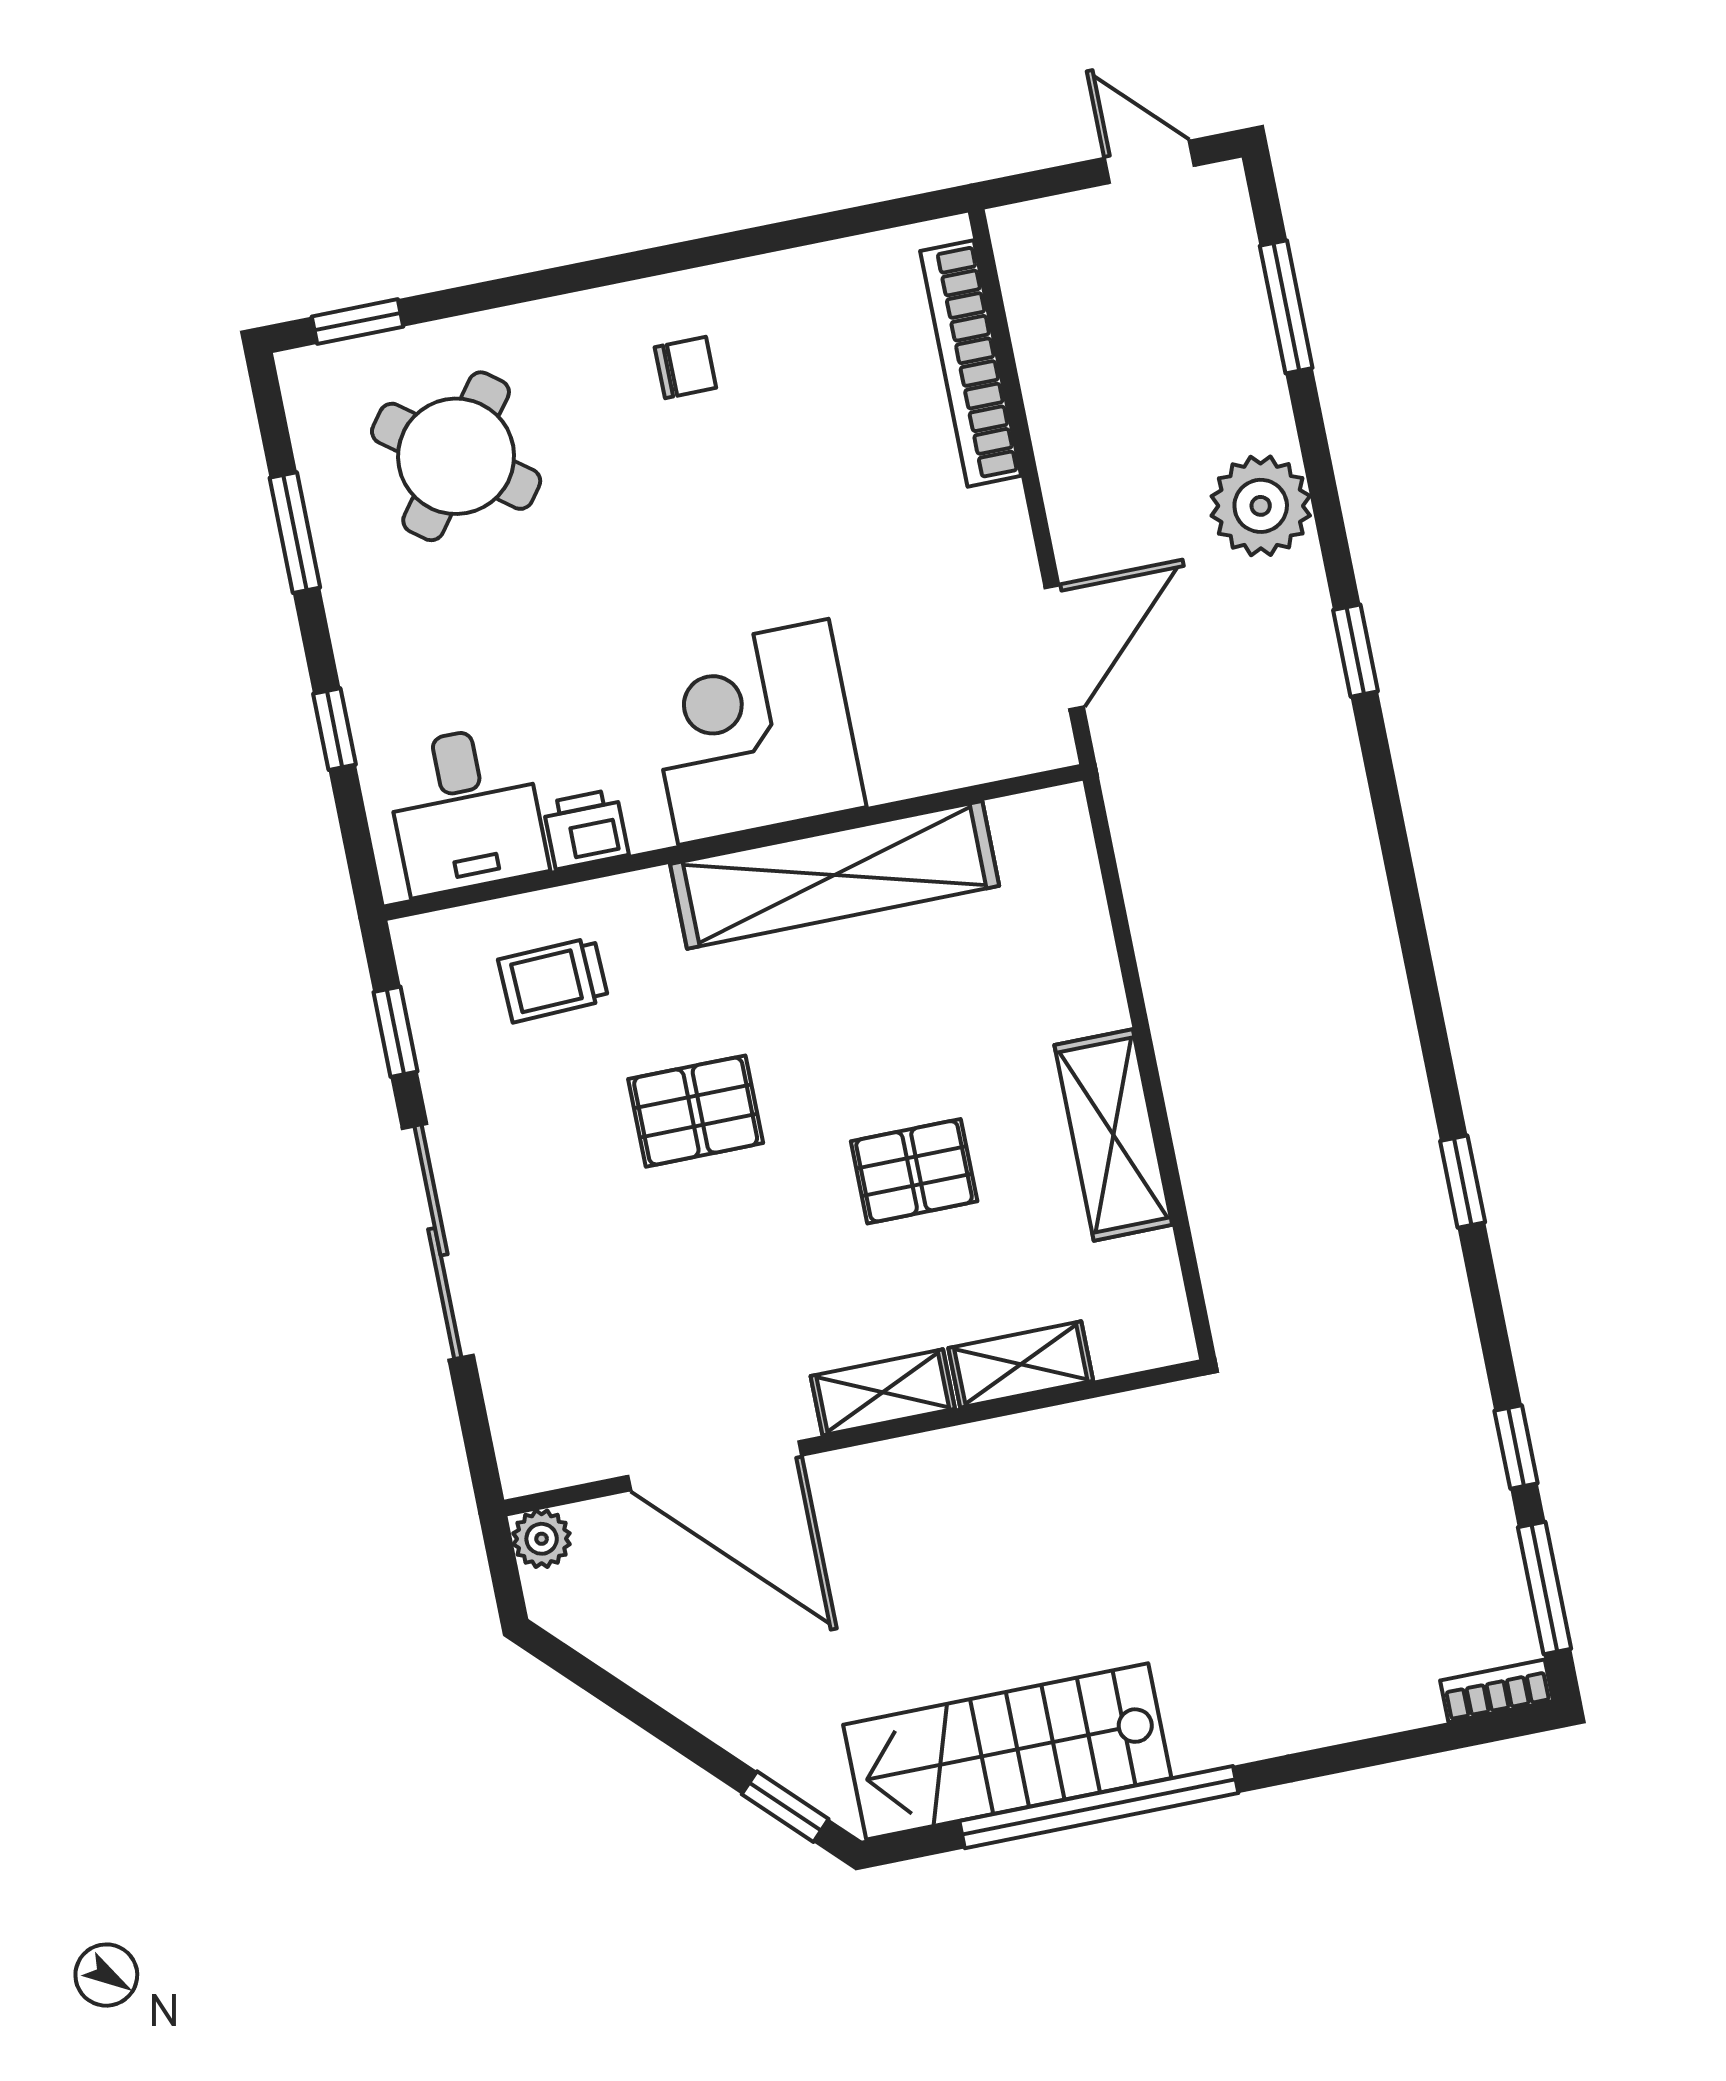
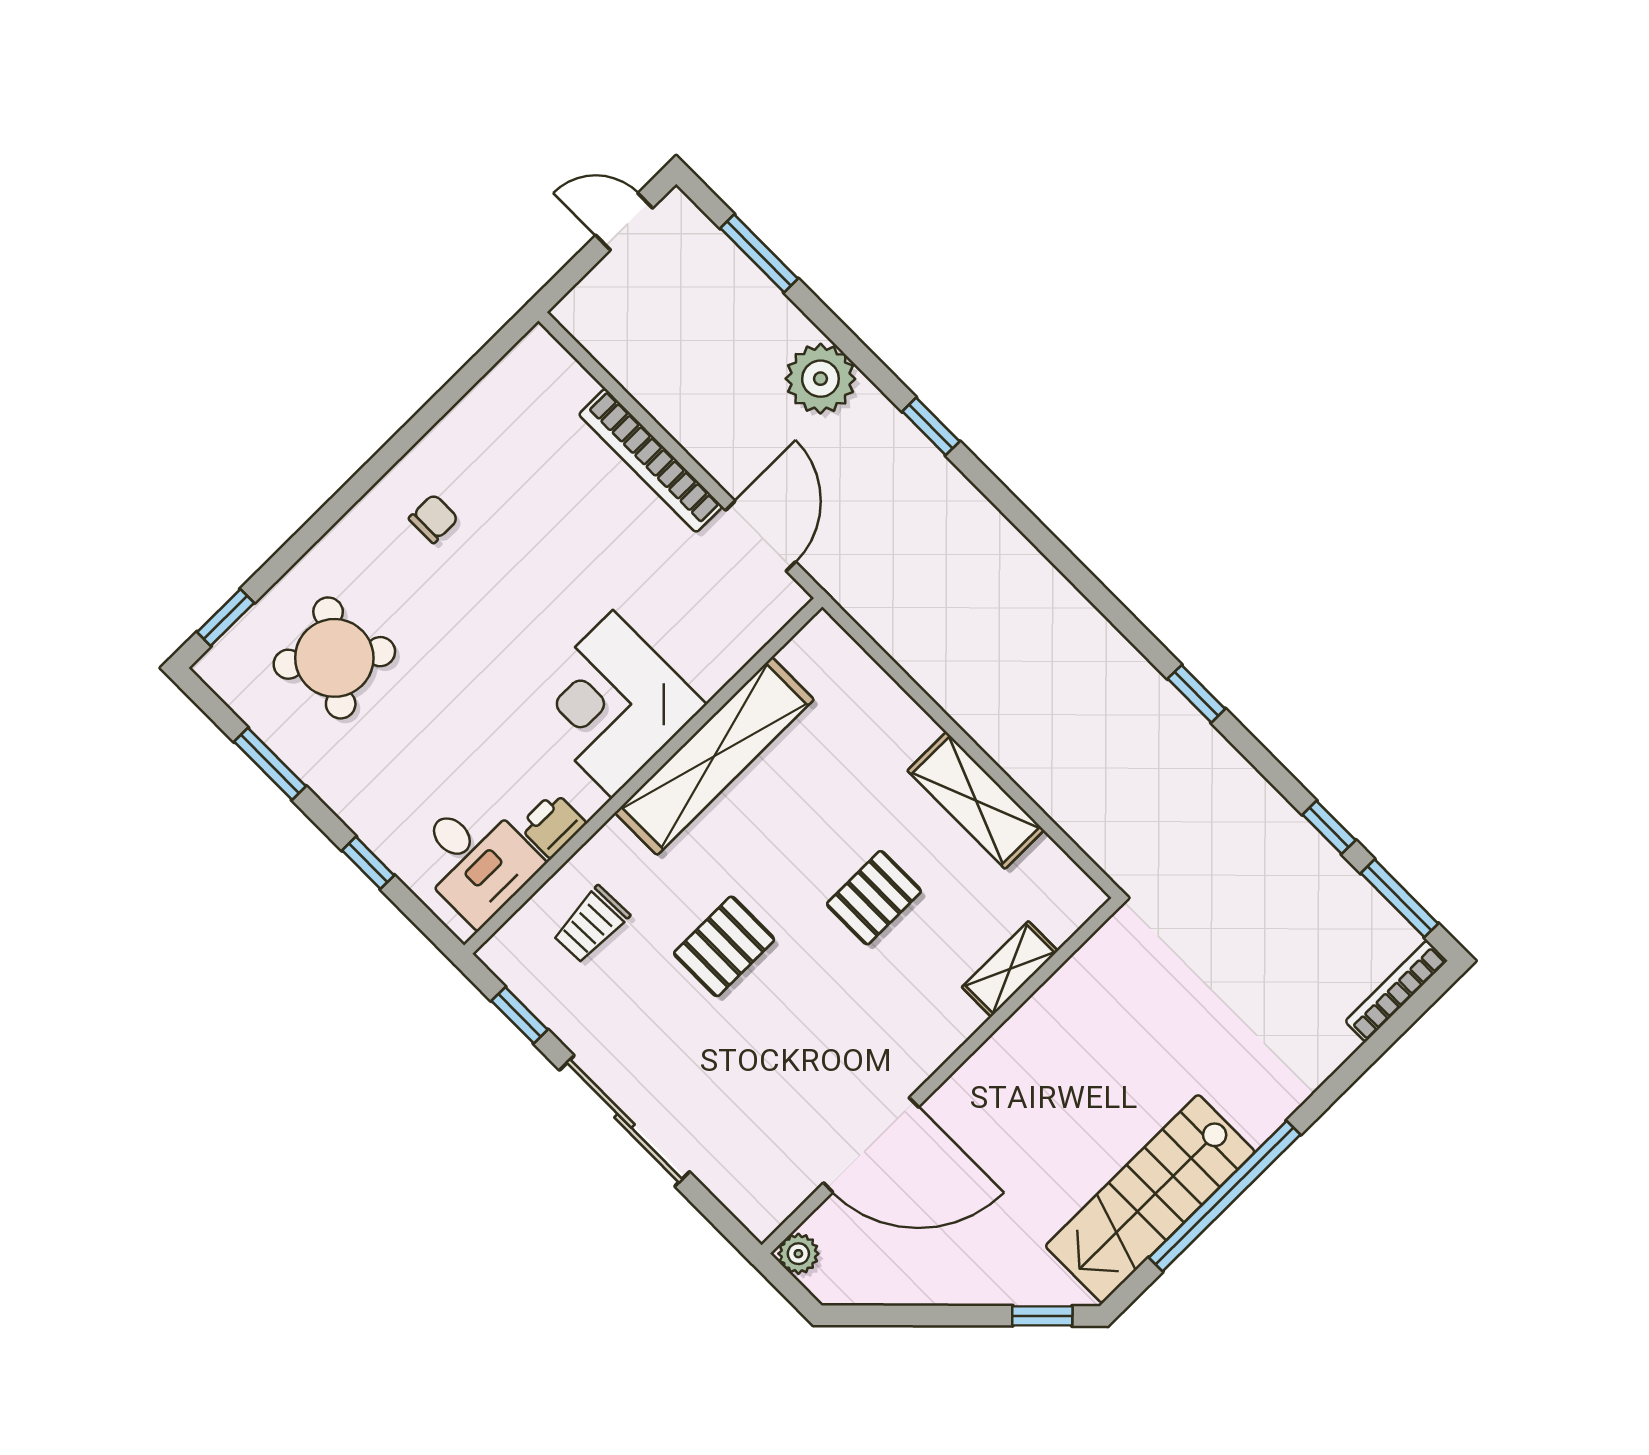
bookcase: (971, 363) -> (651, 460), moved
shelving: (883, 1392) -> (940, 1038), removed
bookcase: (1497, 1691) -> (1396, 991), width x1.56

